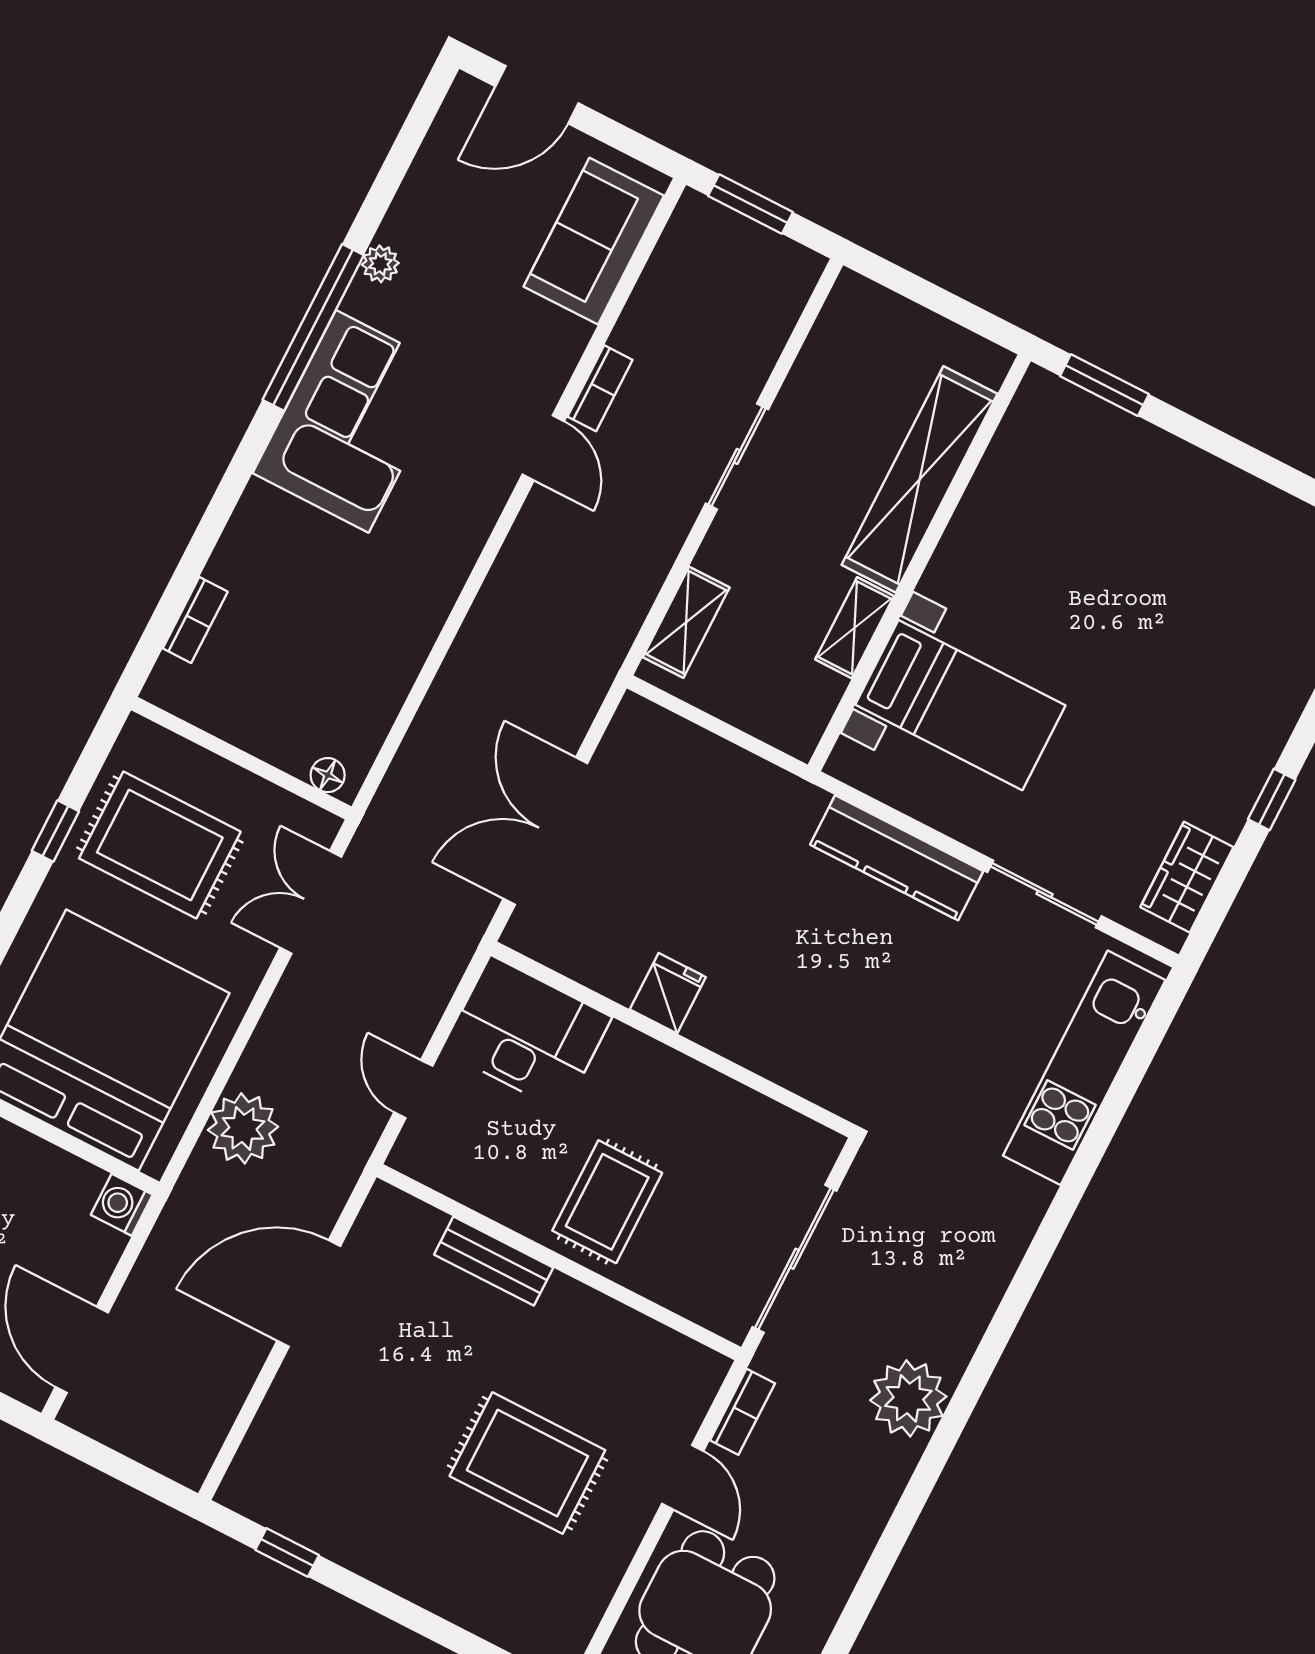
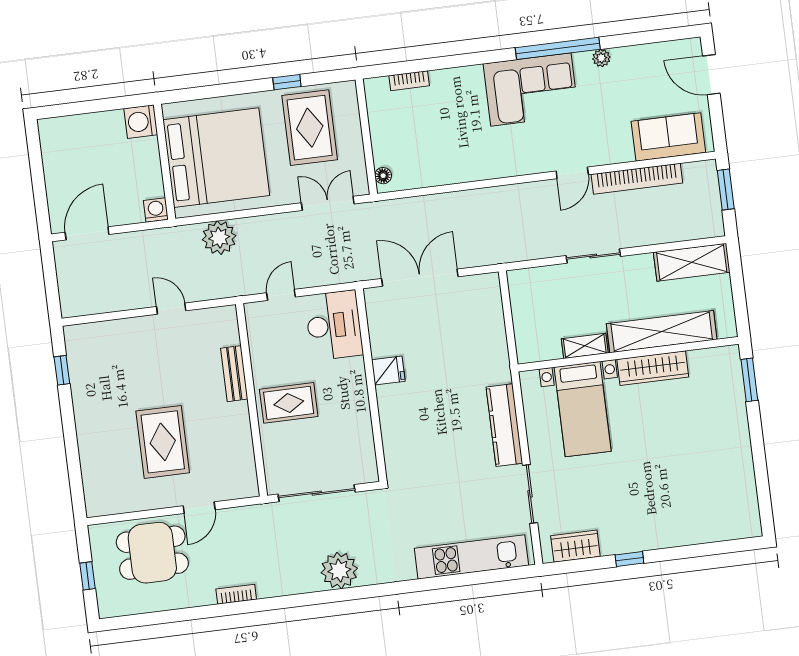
bookcase: (600, 388) -> (637, 179), width x2.31, depth x1.31
sliding door: (737, 456) -> (593, 256), moved
wardrobe: (972, 537) -> (653, 368), added
shelving: (686, 622) -> (692, 262), moved, width x1.50, depth x1.33
door: (309, 1293) -> (171, 309), width x0.53
plant: (908, 1398) -> (339, 570), moved
bookcase: (742, 1412) -> (236, 594), moved, turned 180

